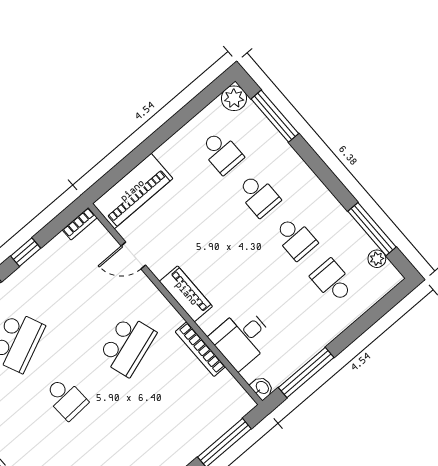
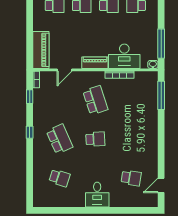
window: (26, 252) -> (30, 97), moved
desk: (242, 338) -> (124, 56), width x1.37

